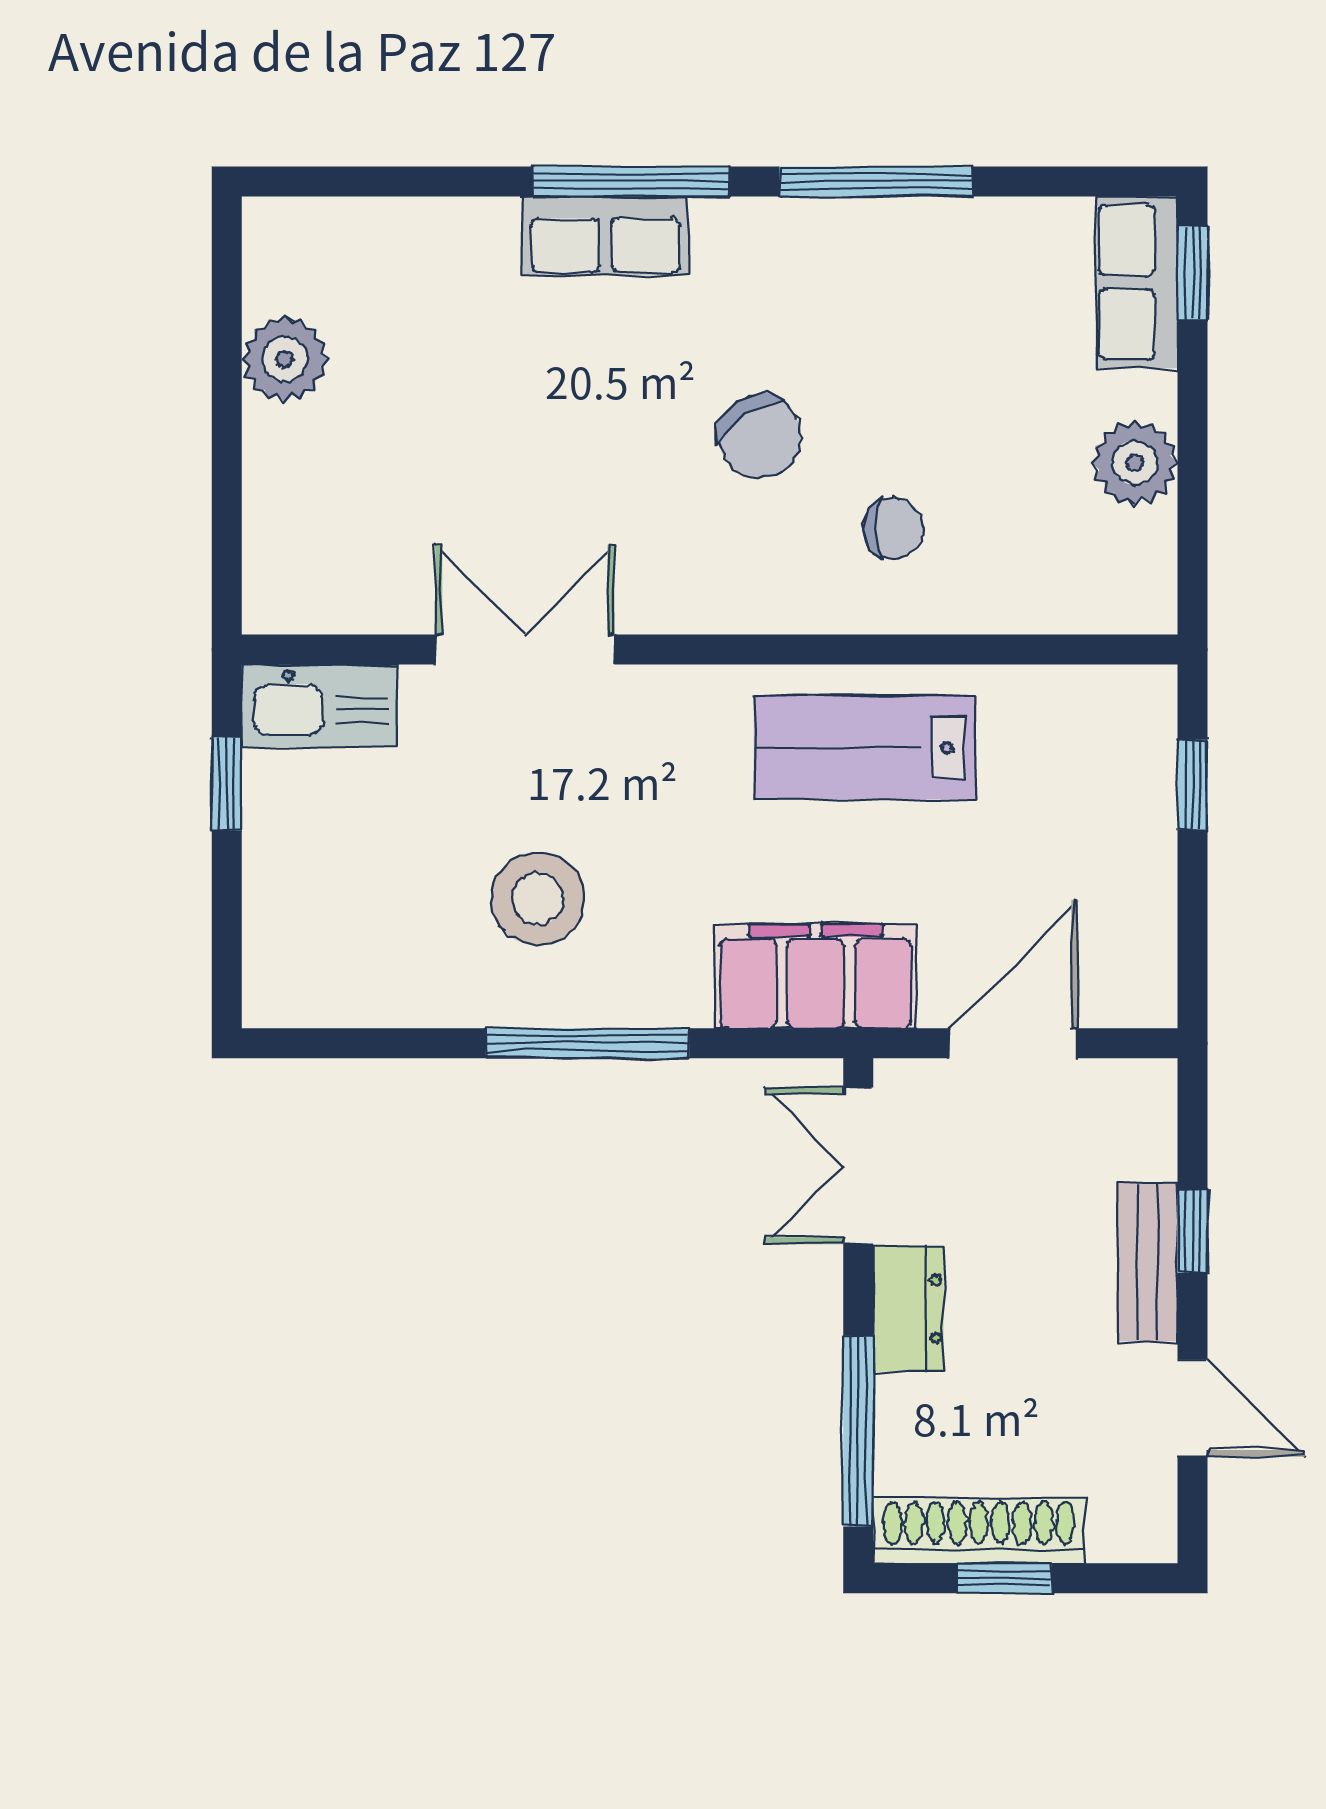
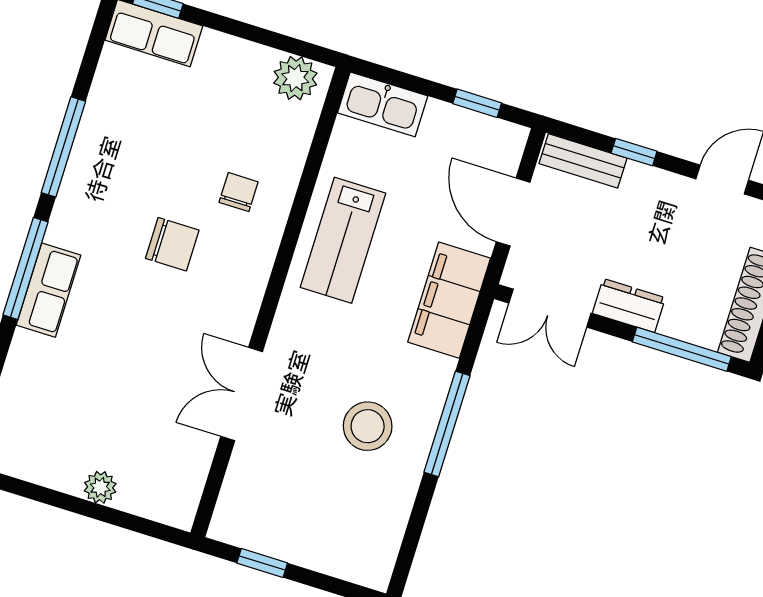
plant: (285, 359) -> (100, 487), moved, width x0.73, depth x0.73
chair: (760, 437) -> (172, 244), turned 33
plant: (1135, 463) -> (295, 78), moved
kitchen sink: (320, 706) -> (383, 104), moved, turned 90
window: (1193, 785) -> (477, 103), moved
bench: (1147, 1262) -> (583, 161), moved

